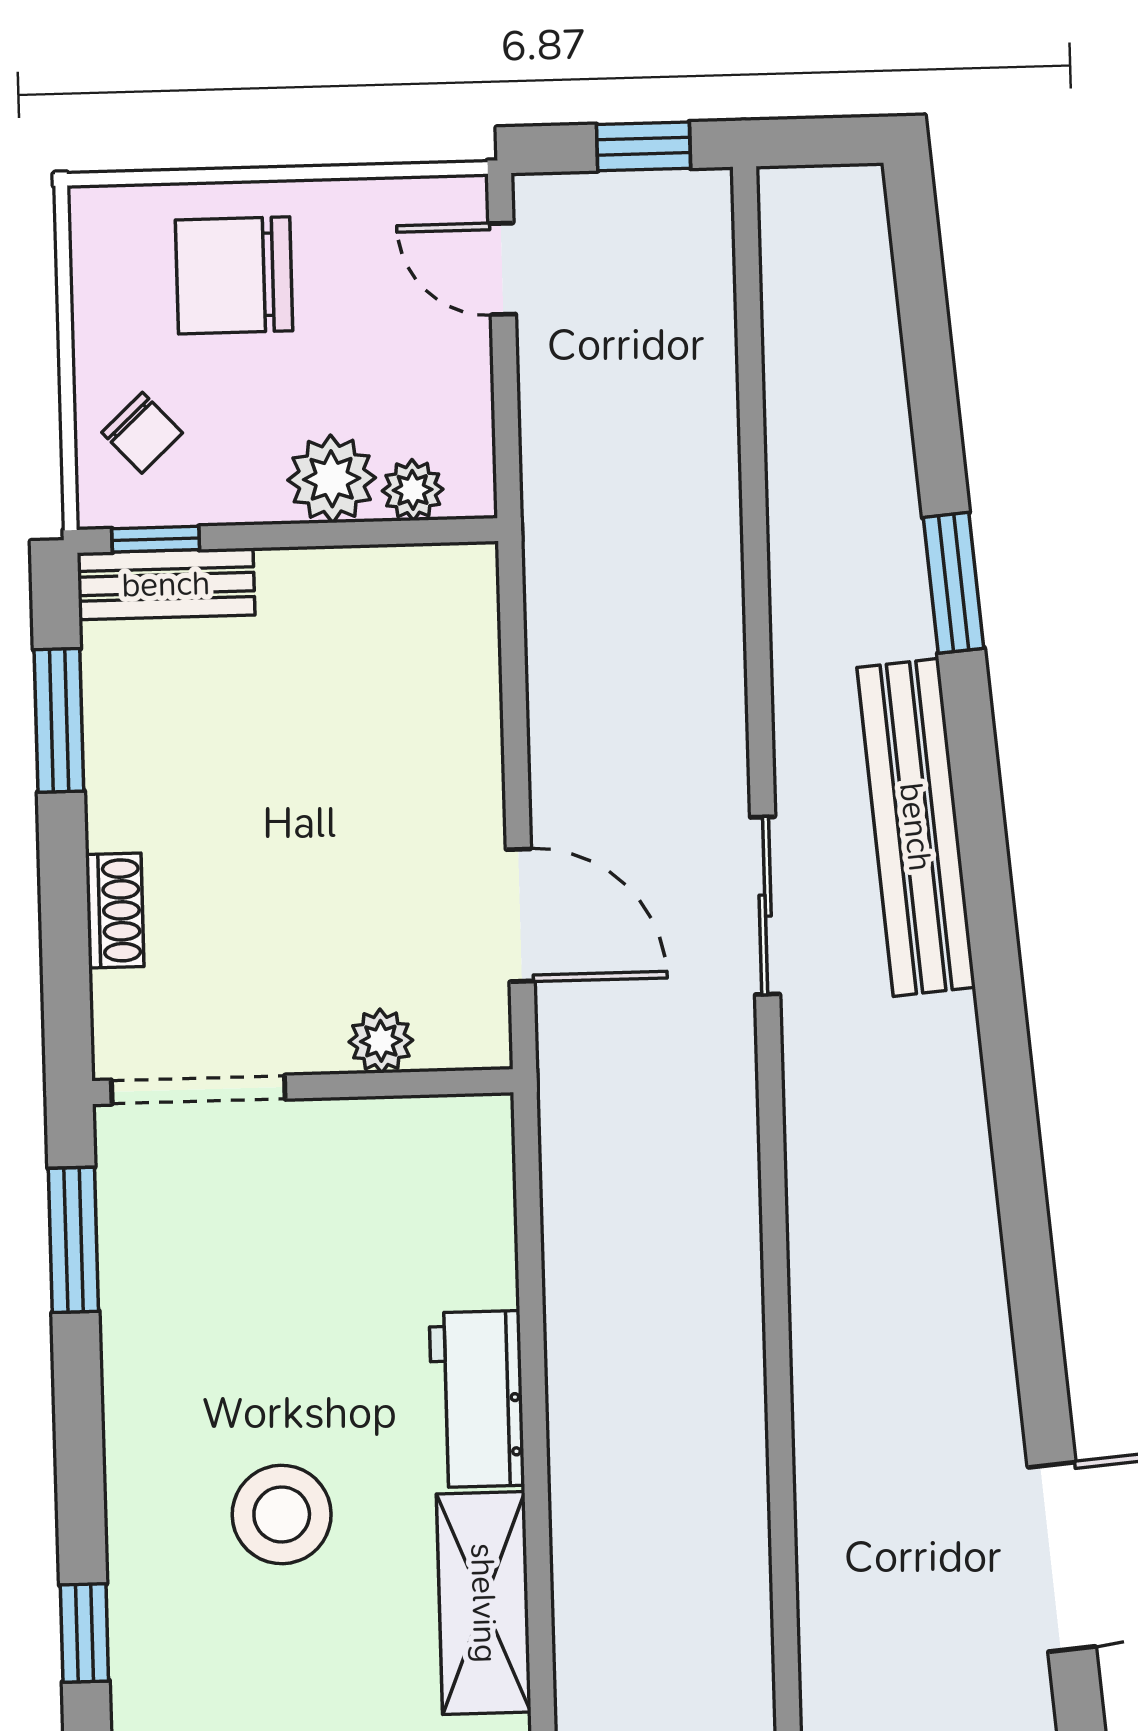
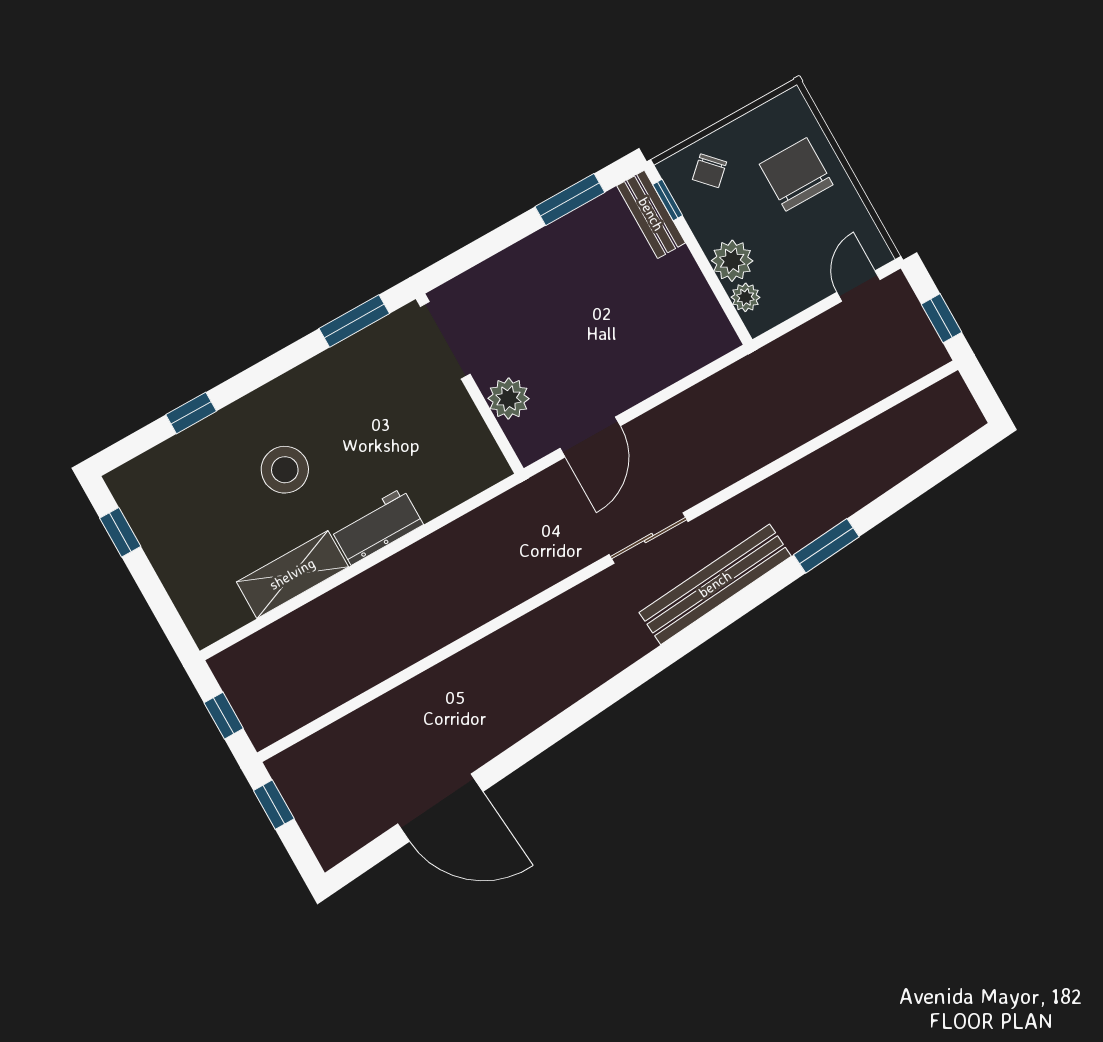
shoe rack: (115, 911) -> (502, 265), removed
plant: (381, 1041) -> (508, 399), width x1.38, depth x1.38

